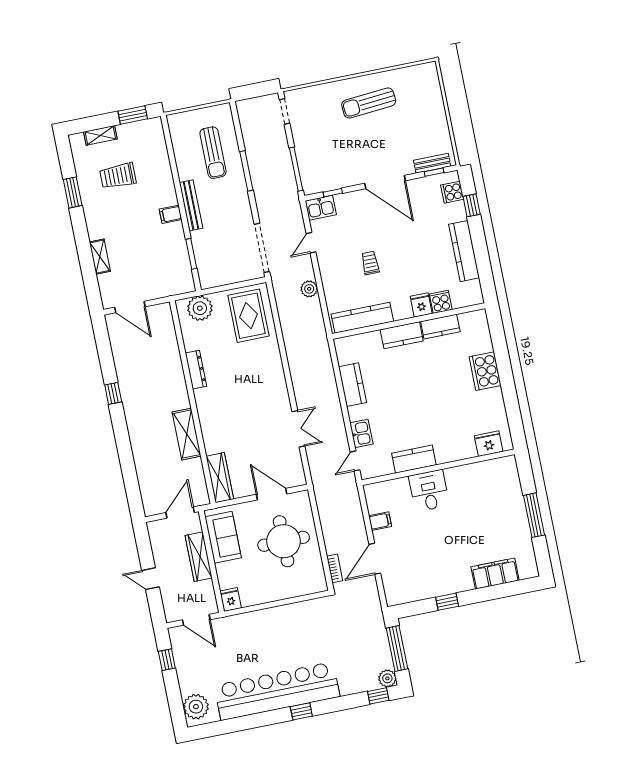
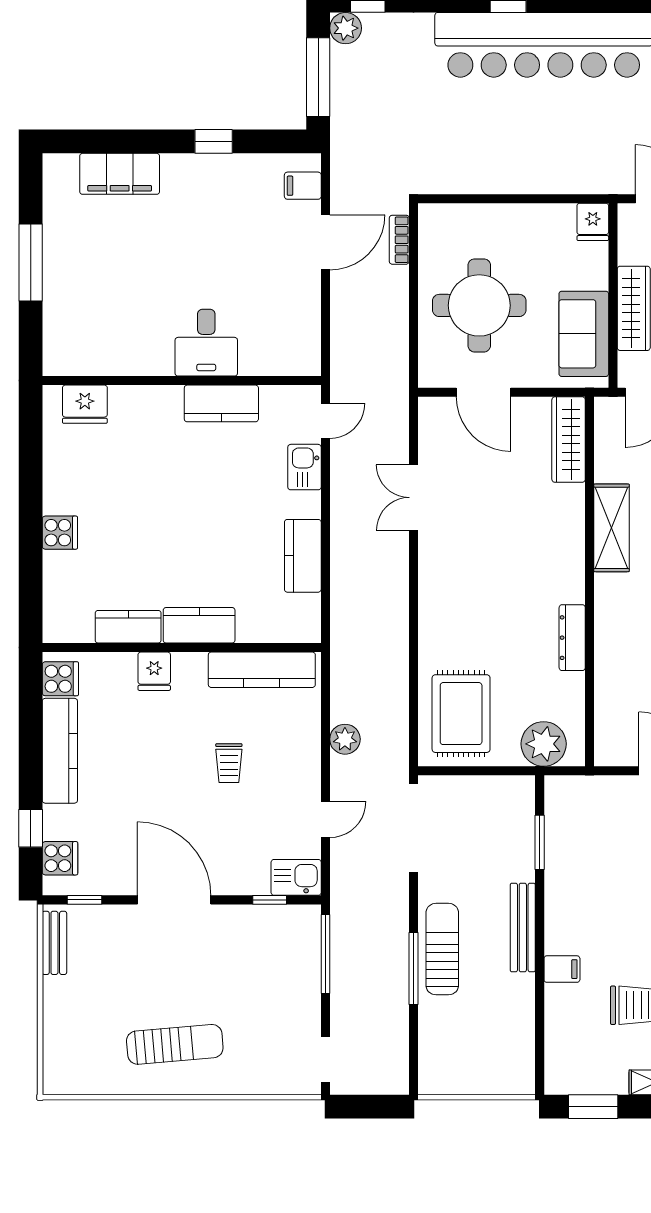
sun lounger: (213, 153) -> (442, 949), moved
bench: (432, 163) -> (54, 943), moved, turned 90
filing cabinet: (171, 214) -> (562, 969), moved
cooker: (441, 302) -> (60, 679), moved, turned -90
cooker: (485, 371) -> (60, 533), width x0.53, depth x0.76
filing cabinet: (380, 521) -> (303, 186), moved

